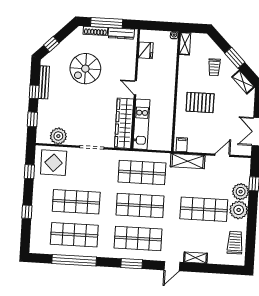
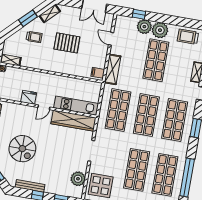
fridge: (146, 50) -> (29, 97), moved
pallet: (200, 102) -> (67, 43), moved, turned 90

